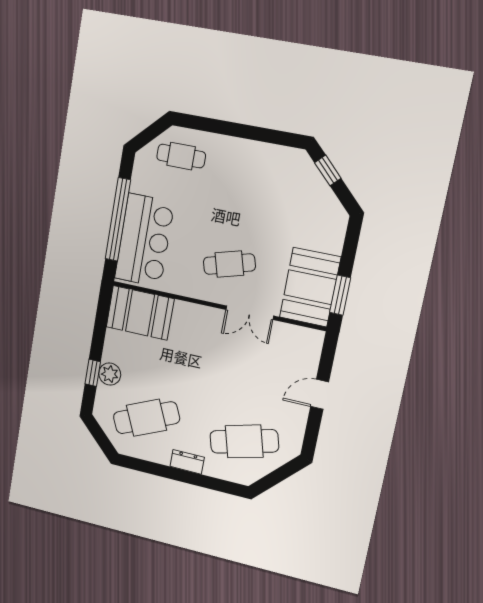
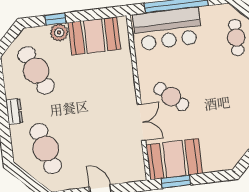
cafe table: (229, 264) -> (171, 97), turned -32
booth: (140, 313) -> (94, 36), moved, turned 90
double door: (250, 313) -> (141, 122), swing flipped

